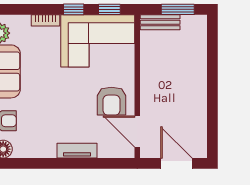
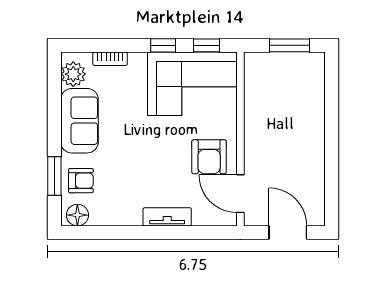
bookcase: (45, 20) -> (110, 59), moved
bench: (160, 22) -> (268, 61), removed

